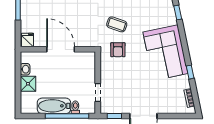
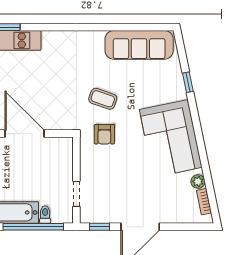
window: (190, 72) -> (205, 165), removed
plant: (185, 84) -> (198, 182), added

